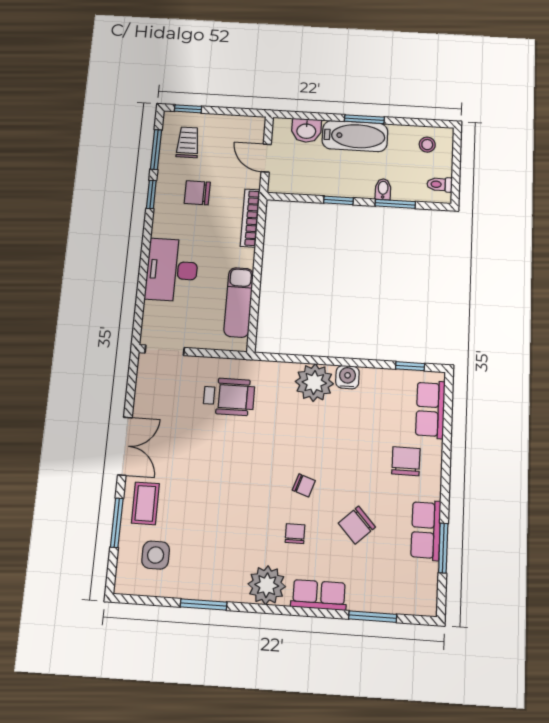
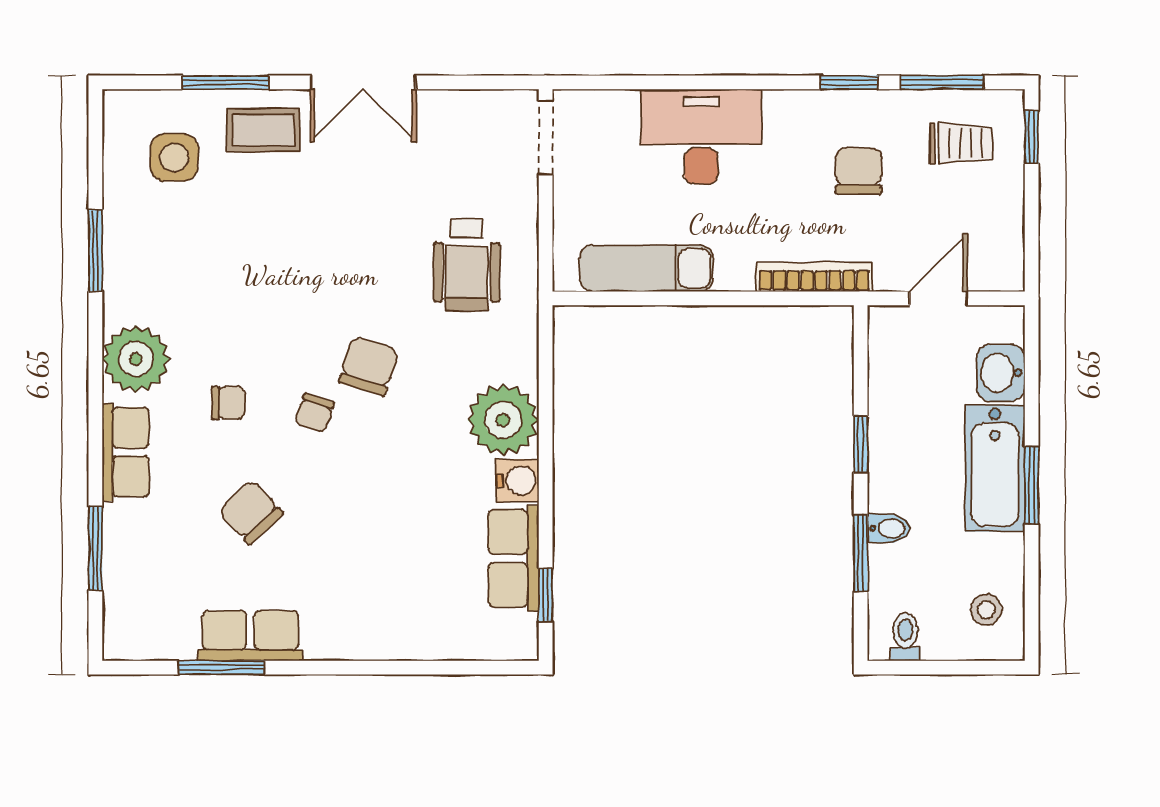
row of seats: (430, 409) -> (514, 558), moved, turned -90
chair: (406, 461) -> (369, 366), moved, turned -73

